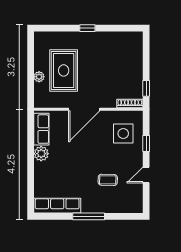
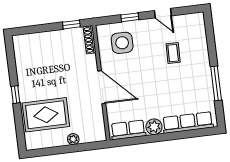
rug: (64, 70) -> (46, 115), moved
row of seats: (57, 206) -> (188, 122), moved, turned 90
window: (89, 216) -> (216, 83), moved

